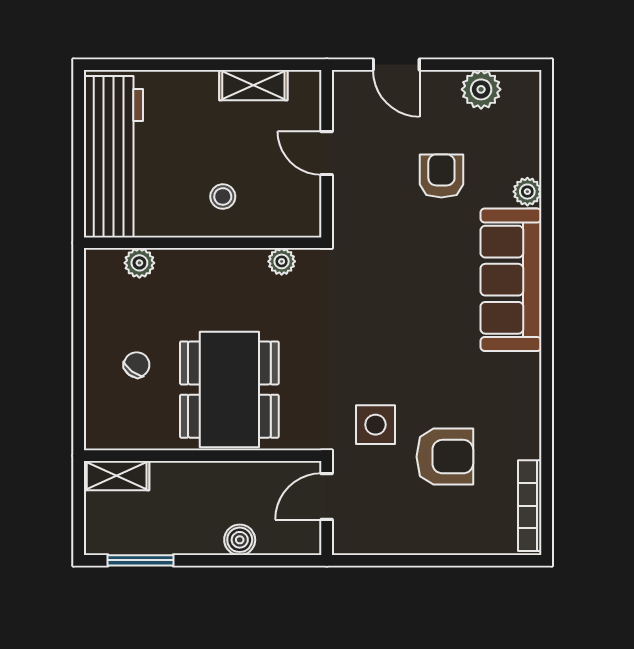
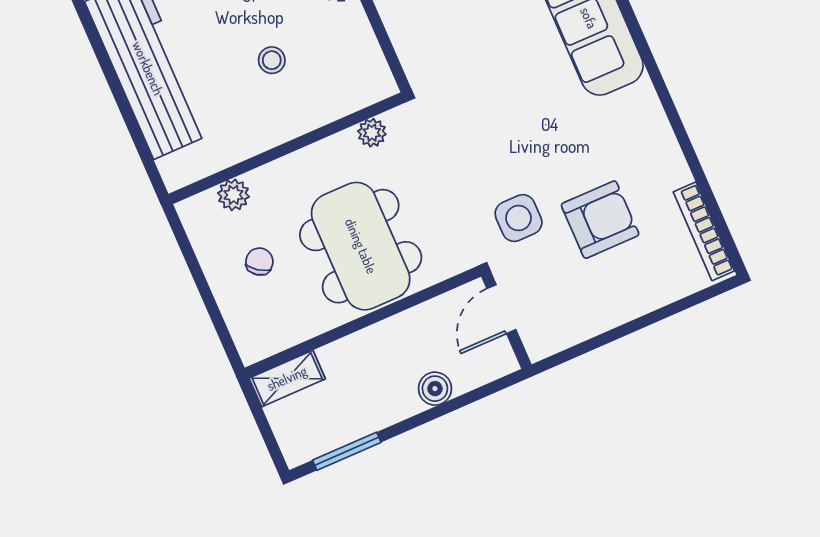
wall: (203, 243) -> (287, 148), moved
plant: (282, 261) -> (372, 133), moved
plant: (139, 263) -> (233, 195), moved

